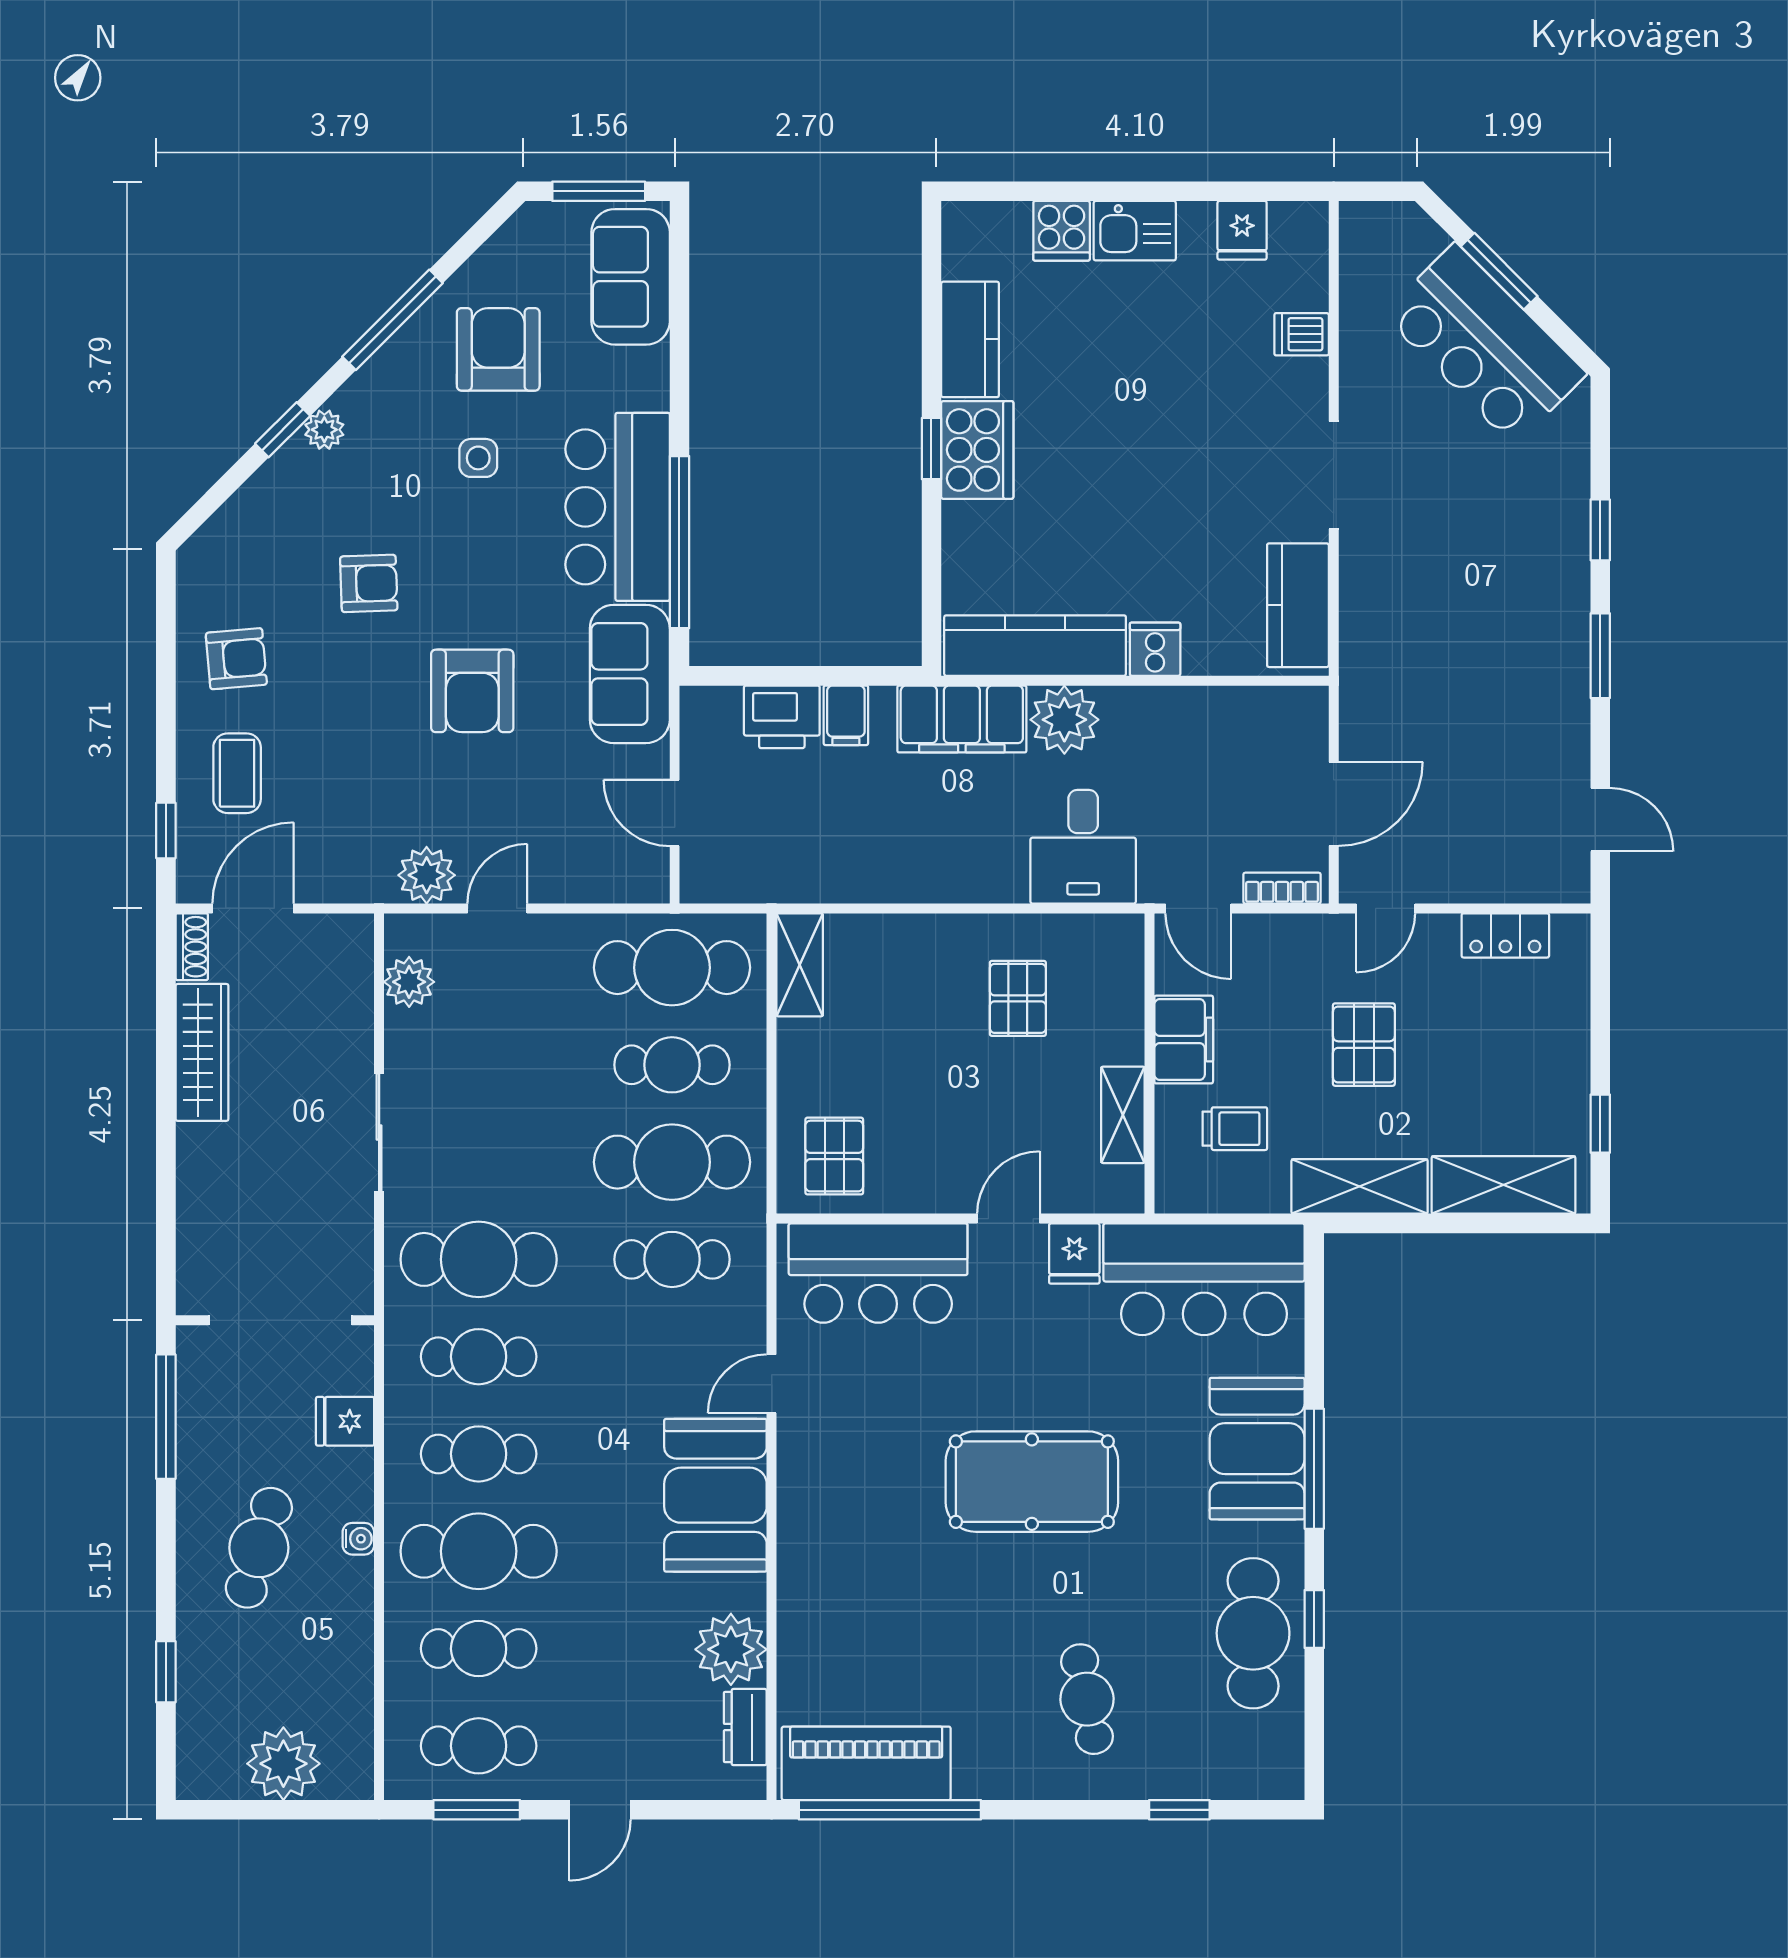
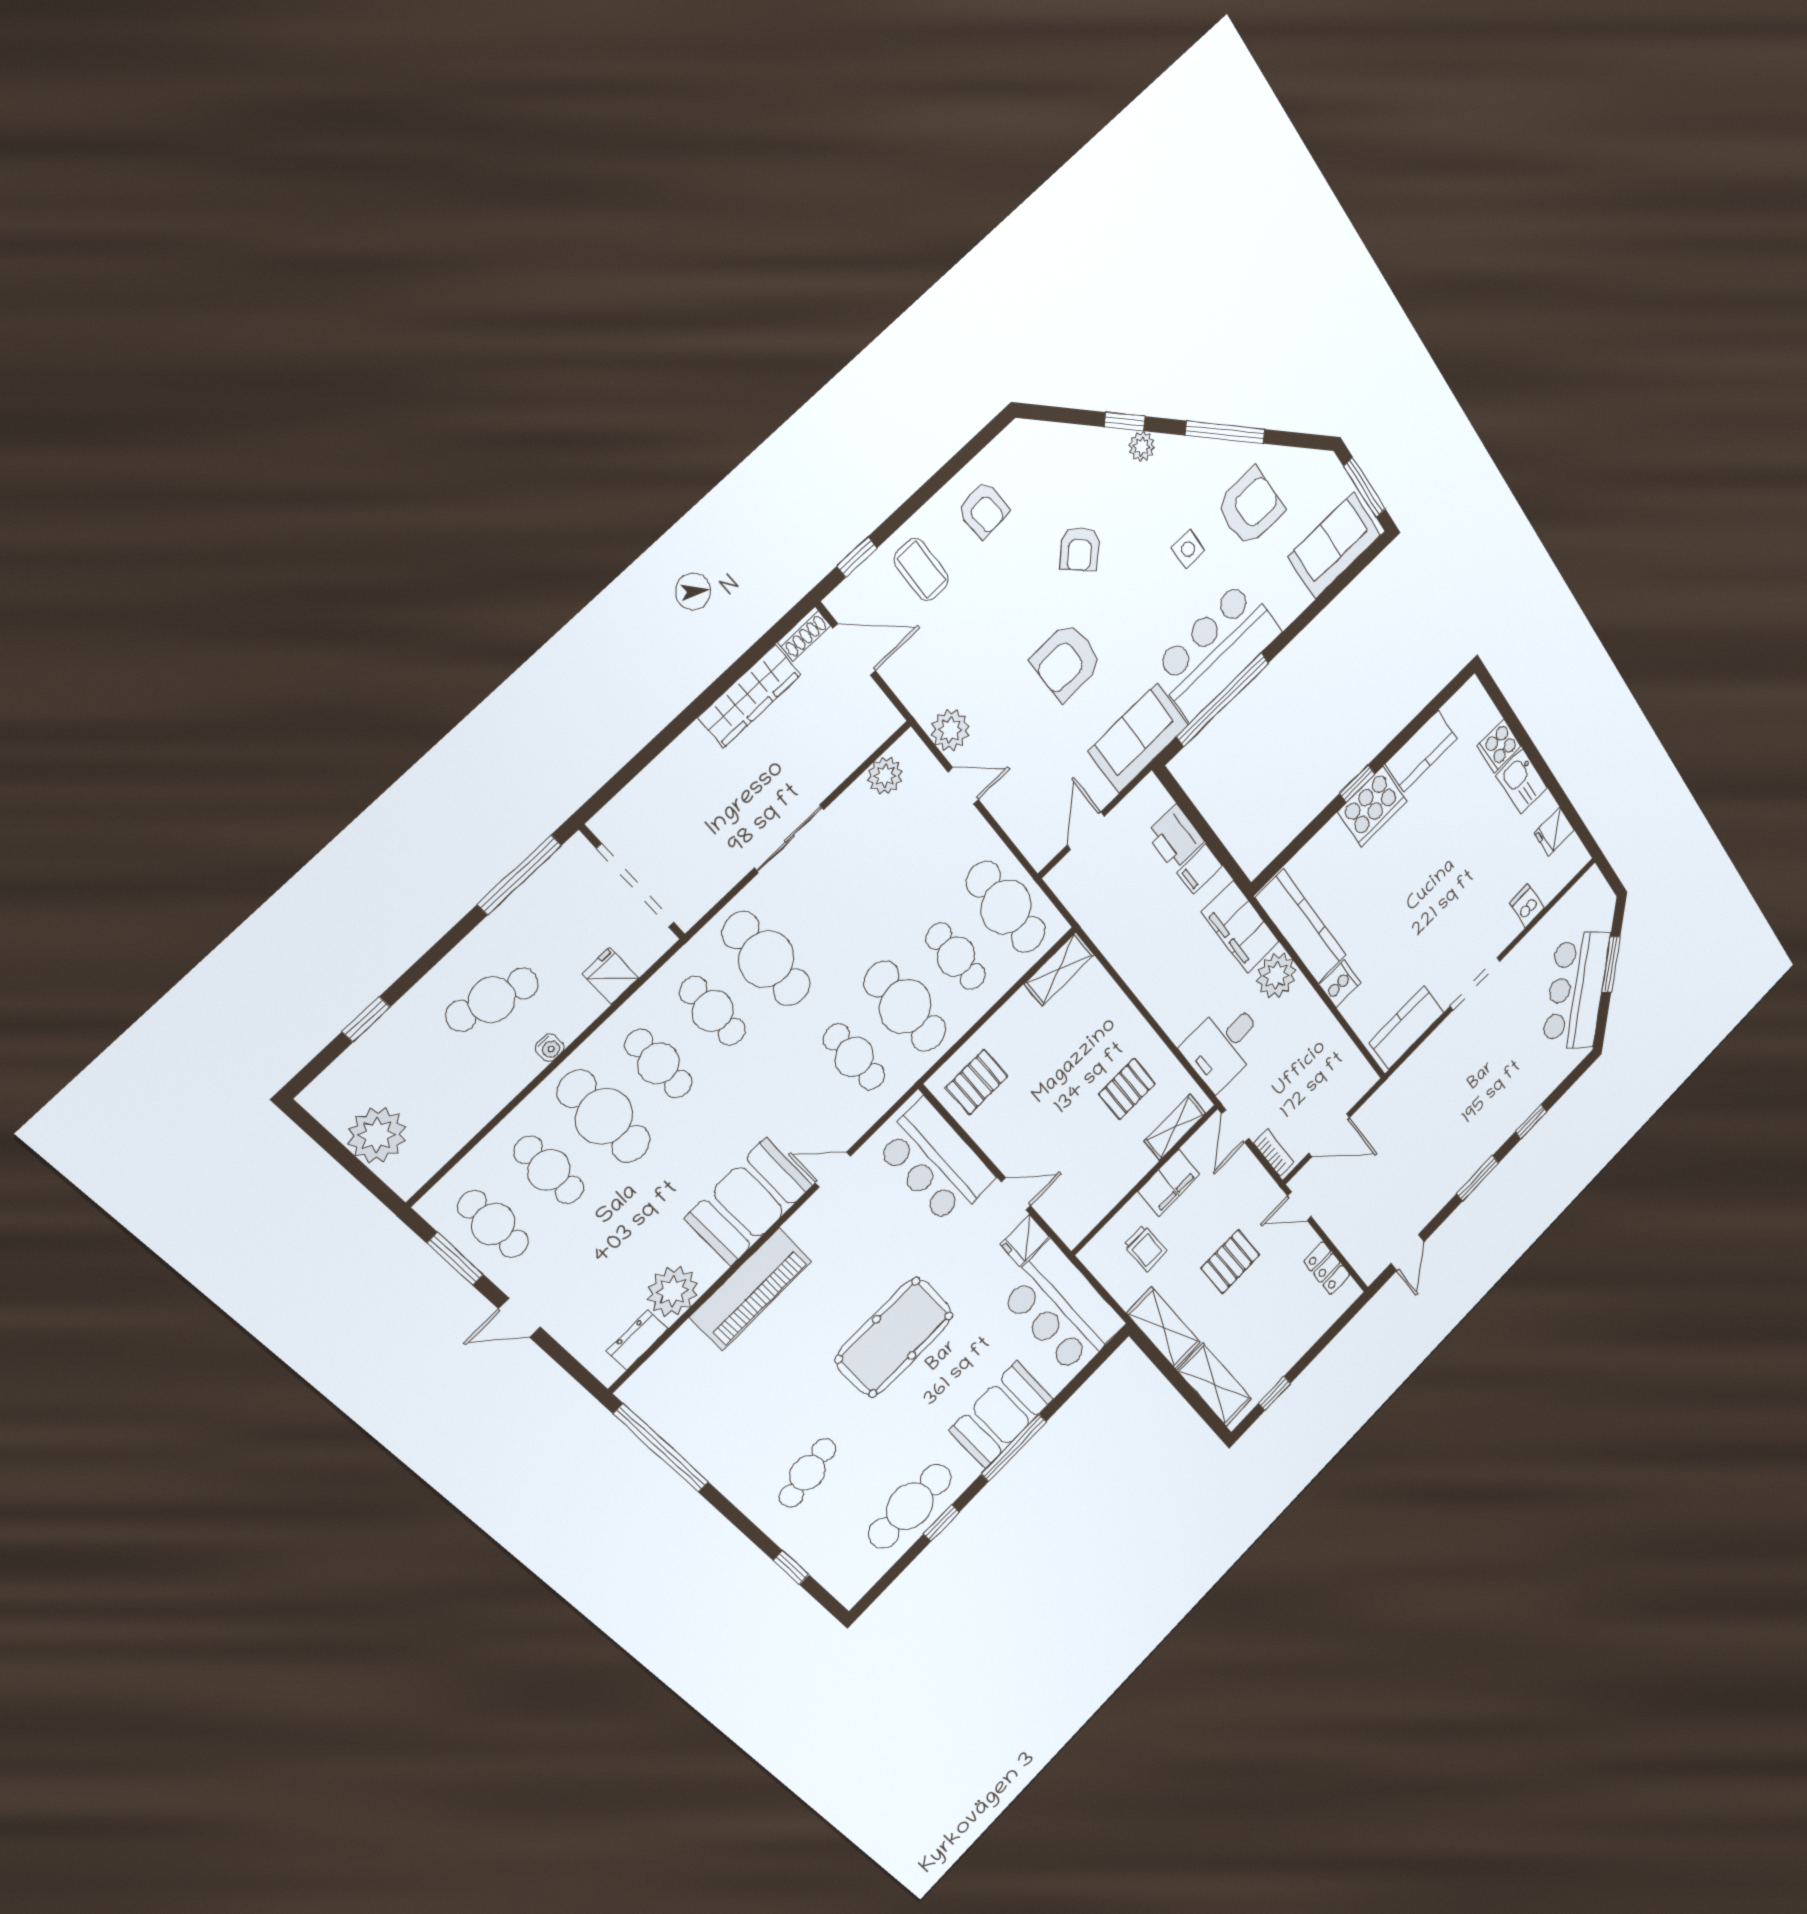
armchair: (369, 583) -> (1080, 549), turned 46
coffee table: (237, 773) -> (921, 569), turned 90
shelving: (1123, 1115) -> (1175, 1127), moved
pool table: (1032, 1482) -> (894, 1337), turned 90
piano: (866, 1763) -> (751, 1289), moved, turned 90

